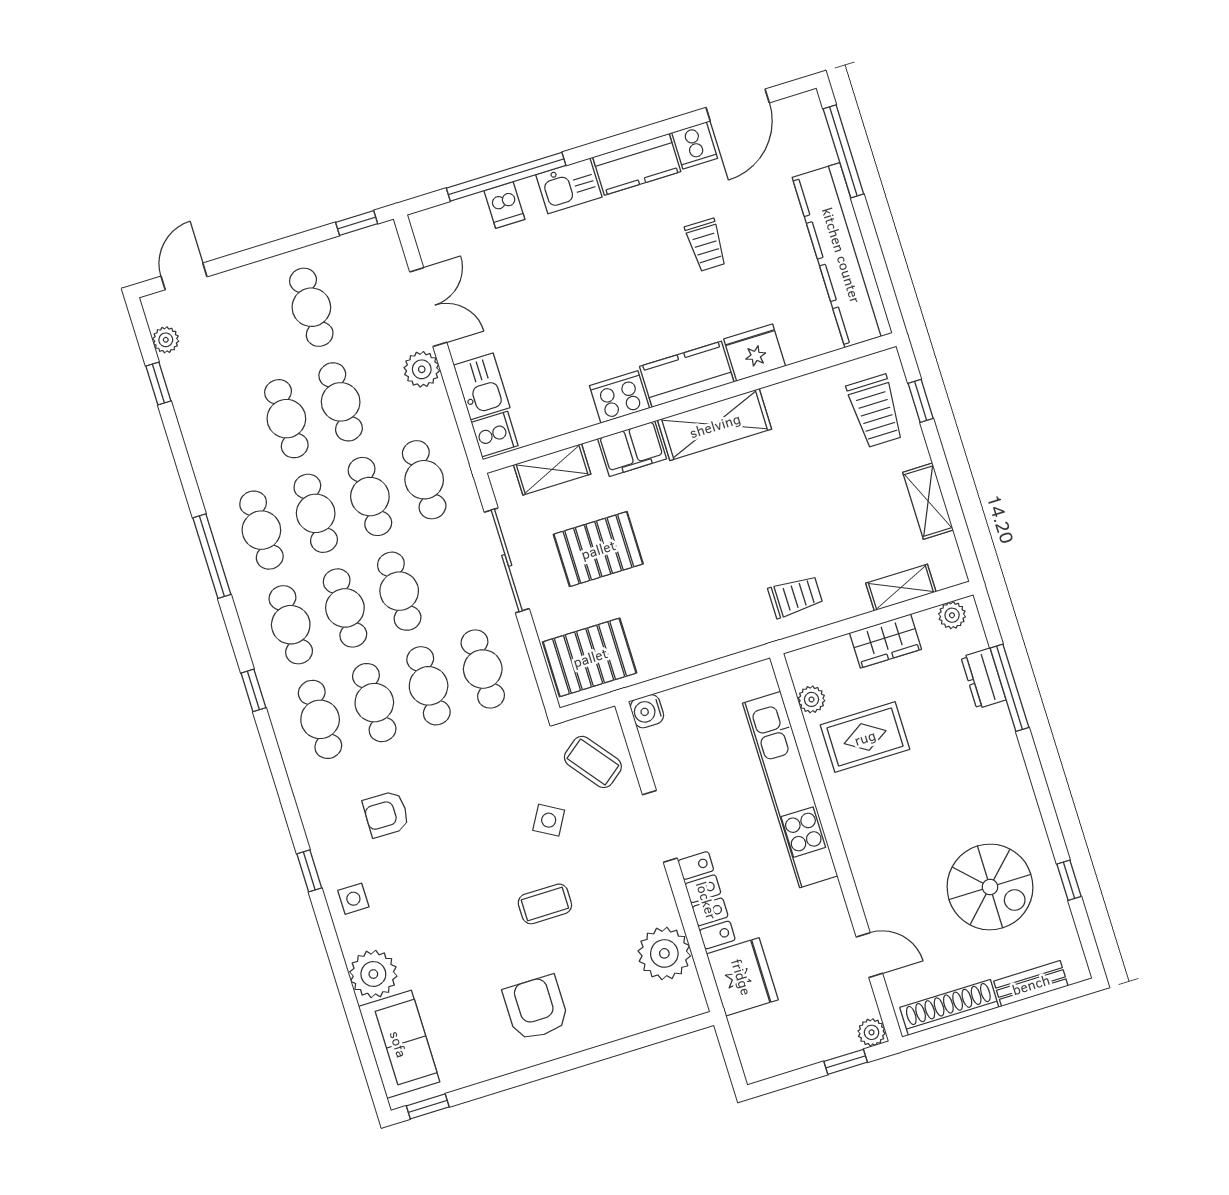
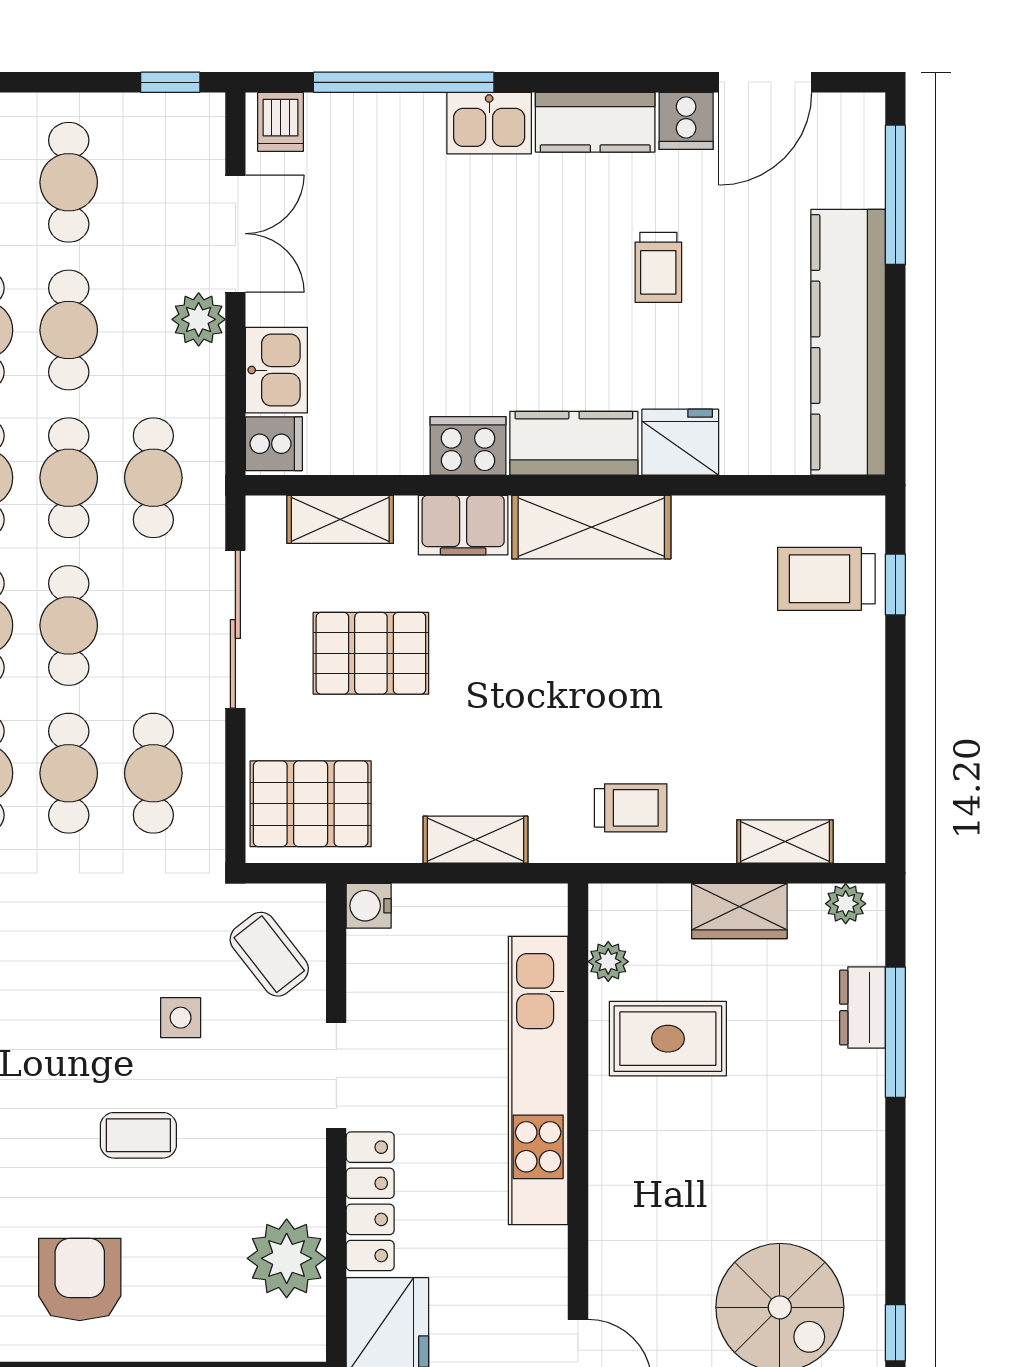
dishwasher: (504, 205) -> (281, 122), moved
trolley: (875, 411) -> (826, 579), turned 90
shelving: (928, 501) -> (475, 840), moved, turned 90
side table: (549, 820) -> (181, 1018), turned -30

